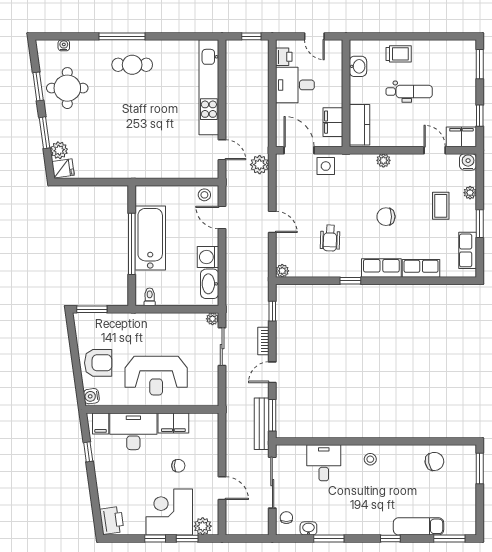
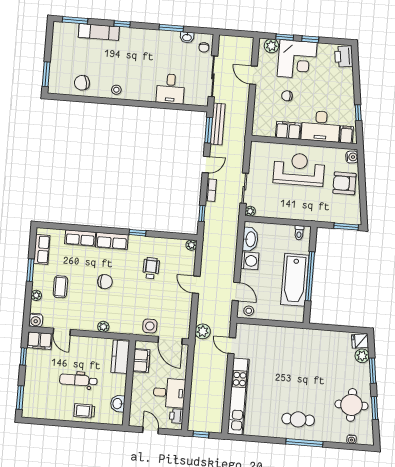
stool: (370, 459) -> (116, 90), moved

